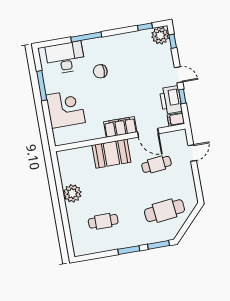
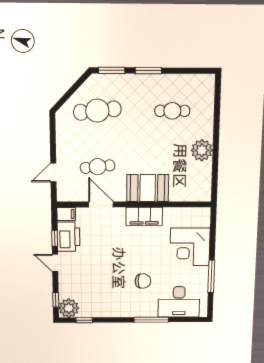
filing cabinet: (120, 127) -> (144, 216), moved

